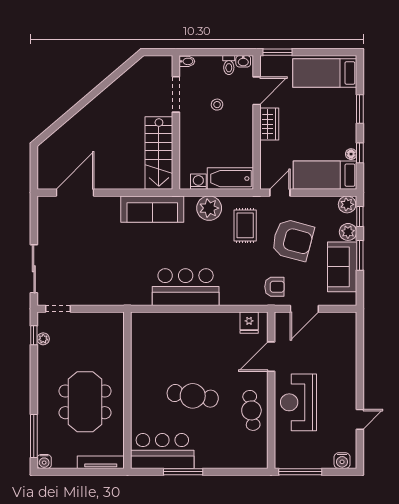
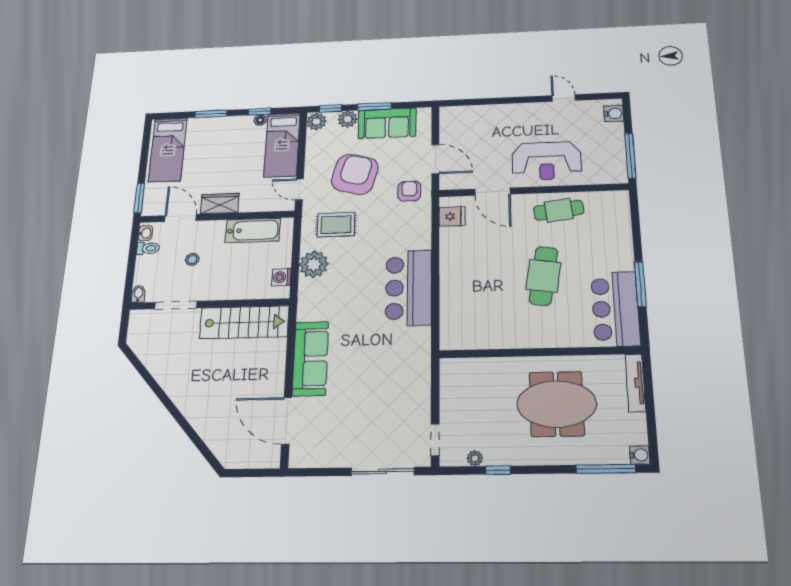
bathtub: (230, 179) -> (253, 230), moved, turned -90
sofa: (152, 209) -> (310, 359), moved
window: (34, 335) -> (498, 470), moved

